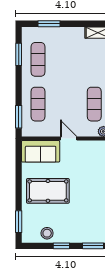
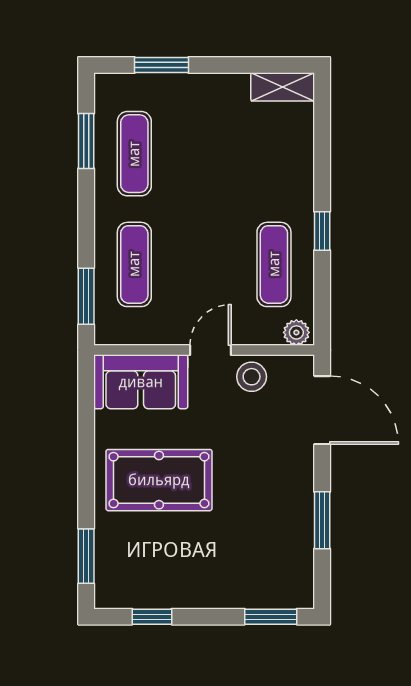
door: (69, 139) -> (211, 350), hinge flipped
stool: (47, 233) -> (252, 377), moved
window: (61, 246) -> (152, 617), moved

